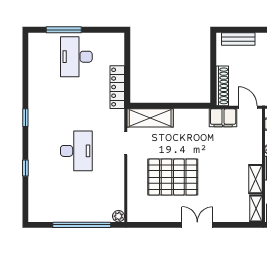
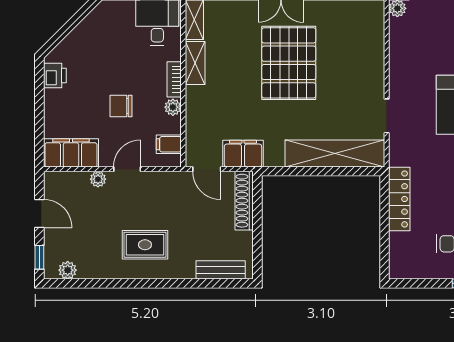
shelving: (150, 118) -> (335, 153), width x1.47
pallet: (173, 177) -> (289, 63), moved, turned 90

